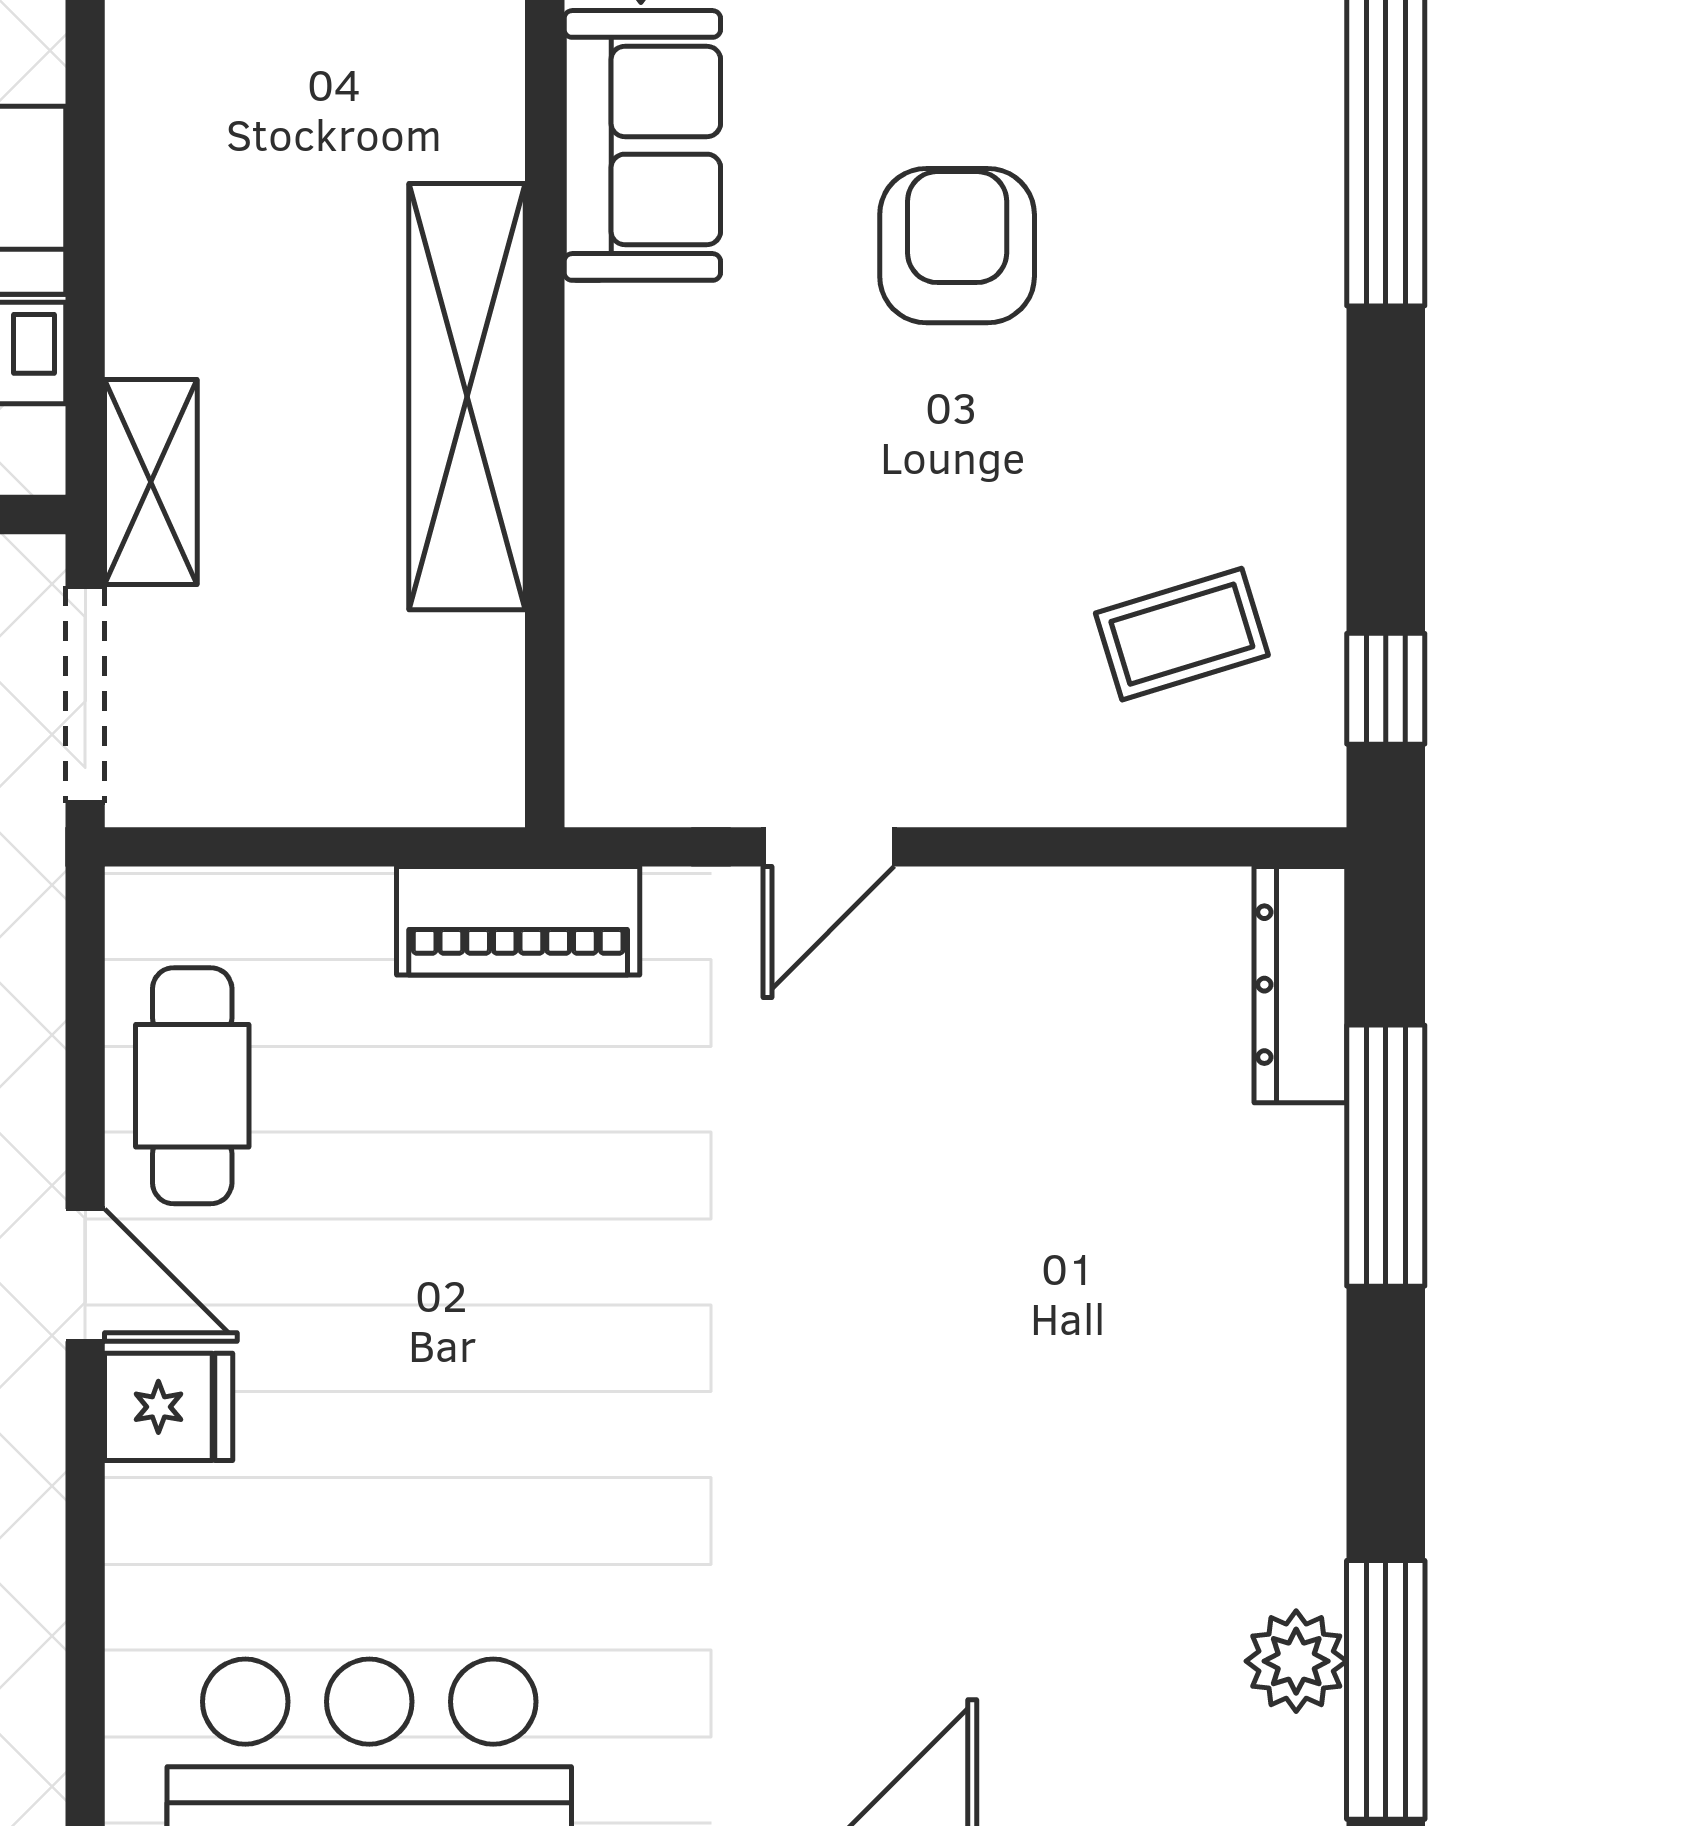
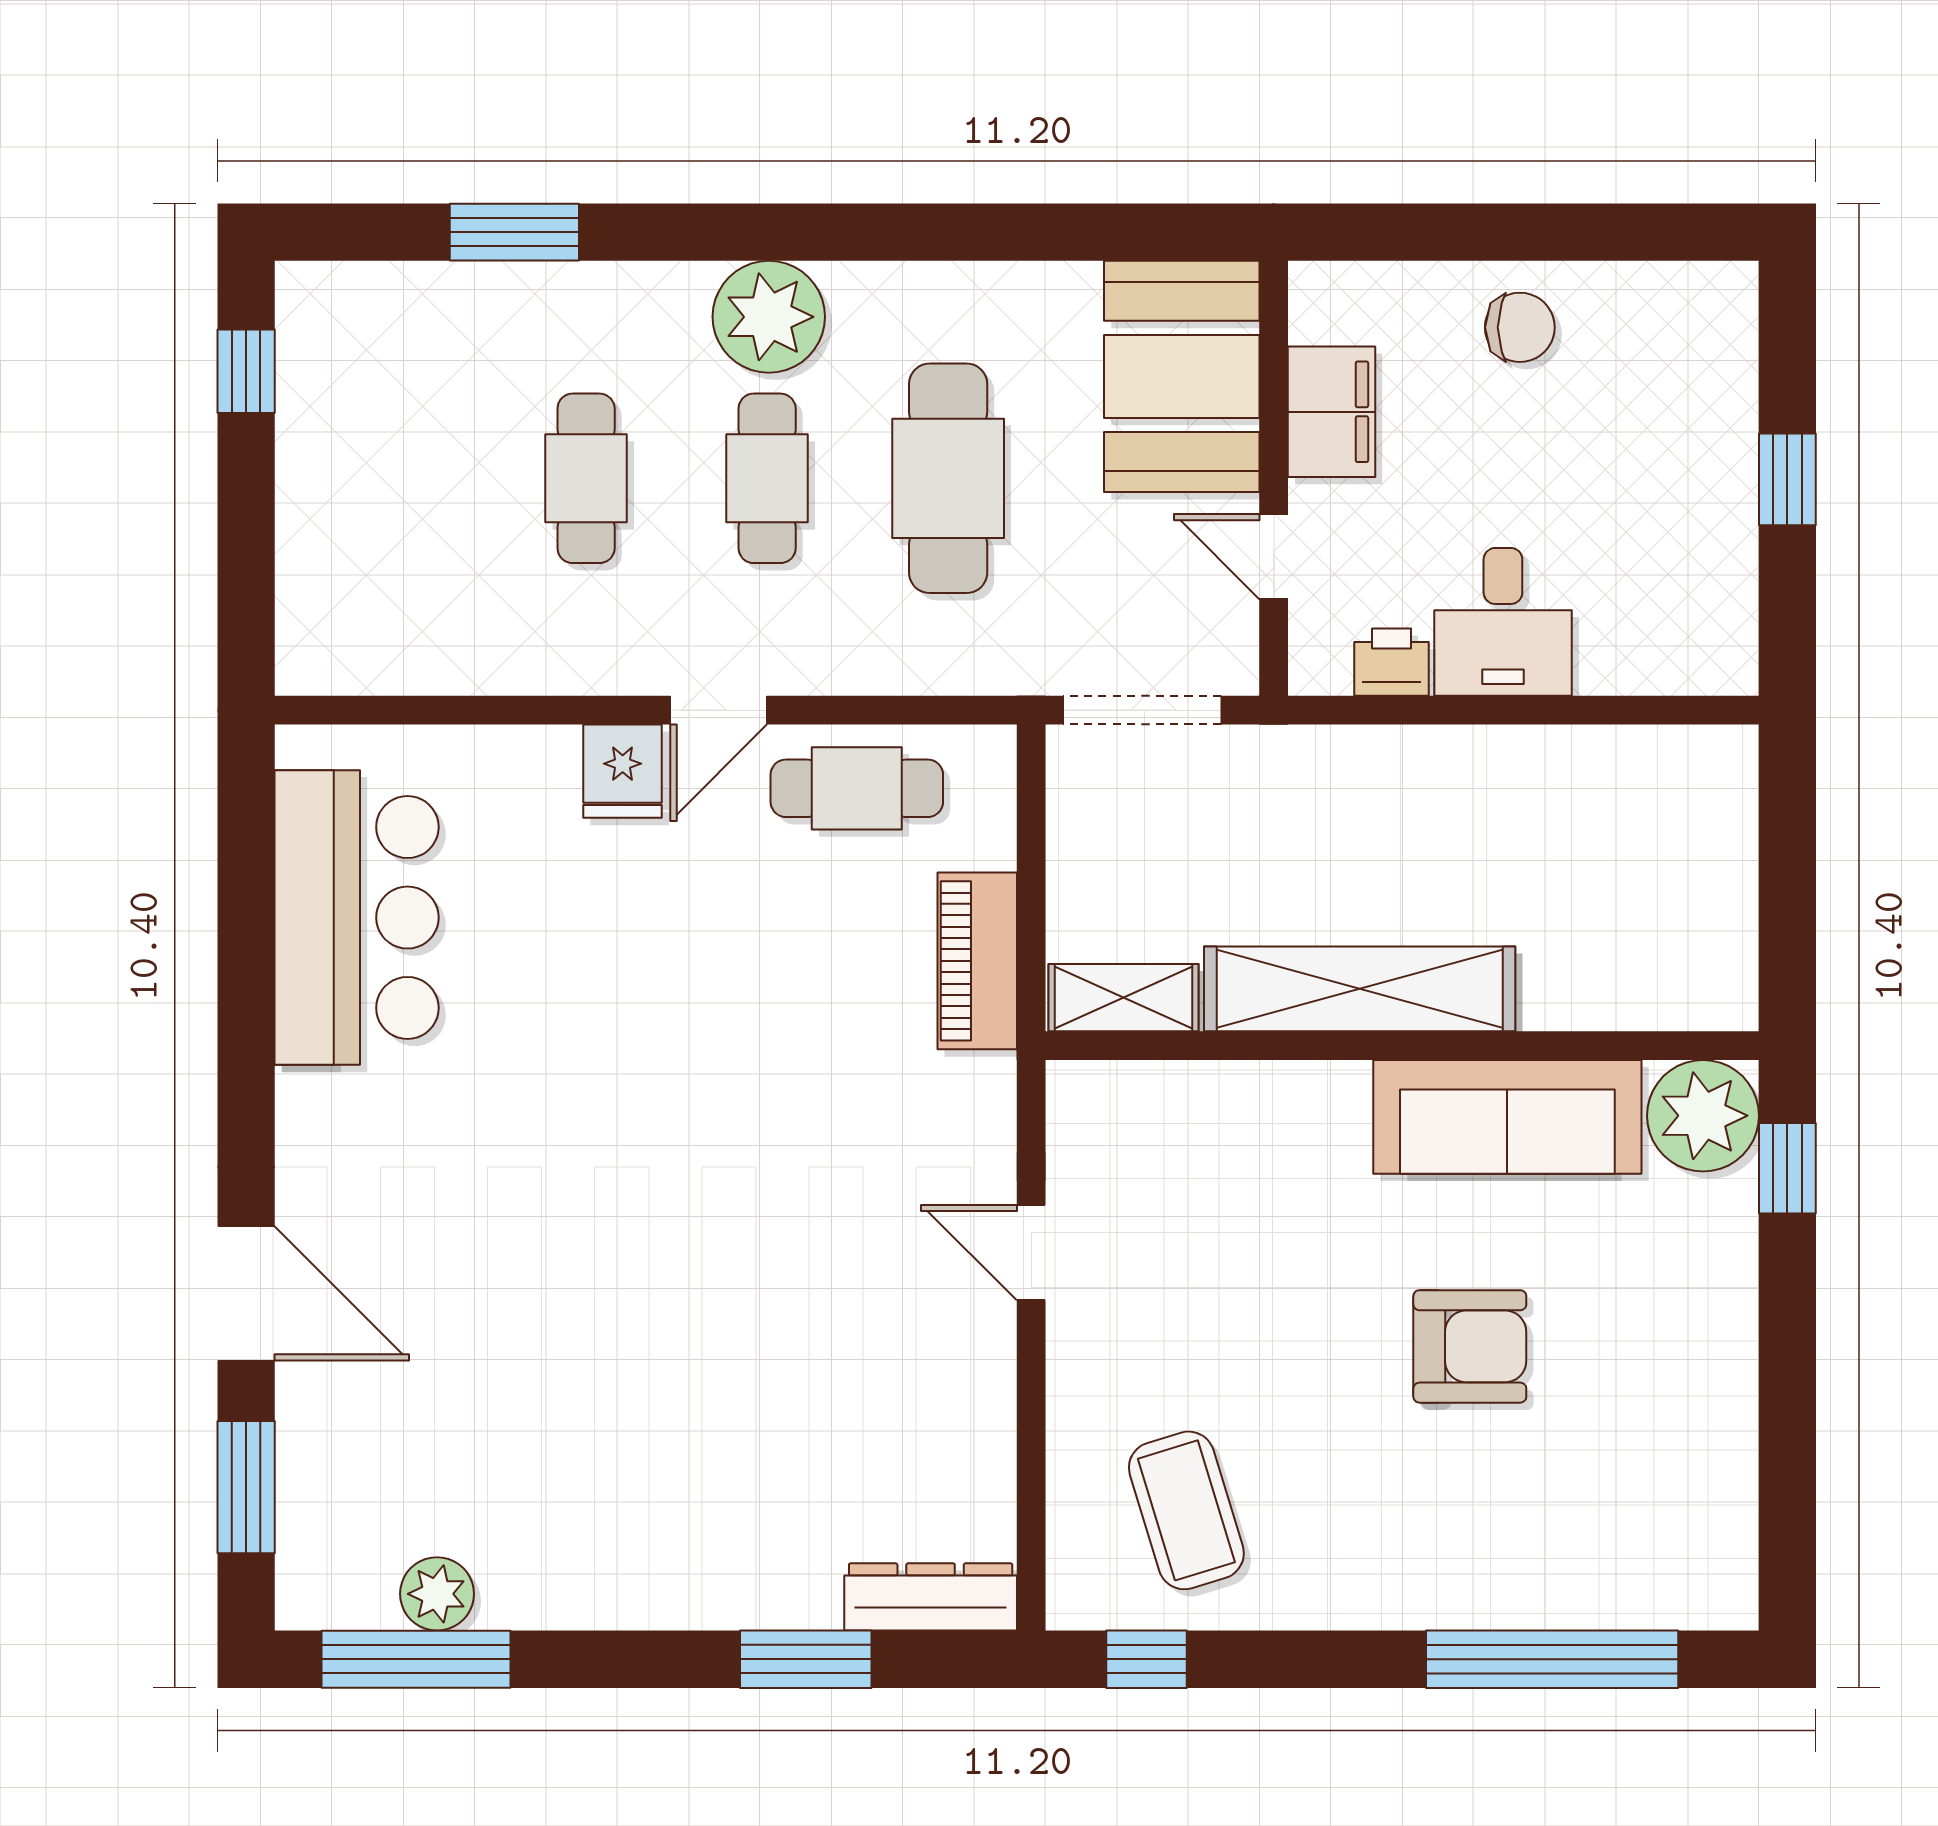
sofa: (642, 145) -> (1507, 1117), width x1.36
shelving: (151, 482) -> (1123, 998), moved
coffee table: (1182, 634) -> (1186, 1510), width x1.36, depth x1.30
piano: (518, 921) -> (977, 961), moved
window: (1386, 1156) -> (806, 1659), width x0.69

